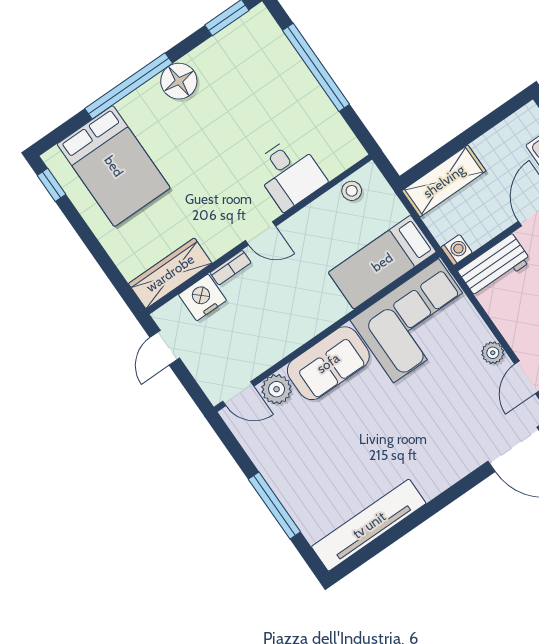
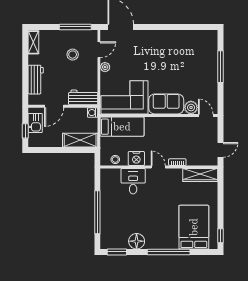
floor lamp: (179, 81) -> (137, 241), moved
nightstand: (202, 297) -> (136, 158), moved
tv unit: (369, 525) -> (192, 36), removed

